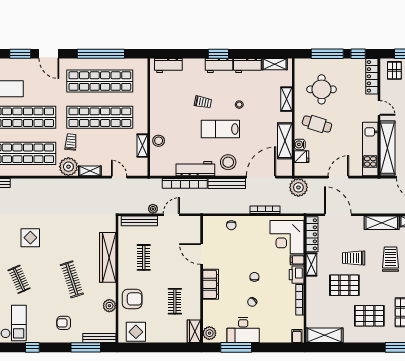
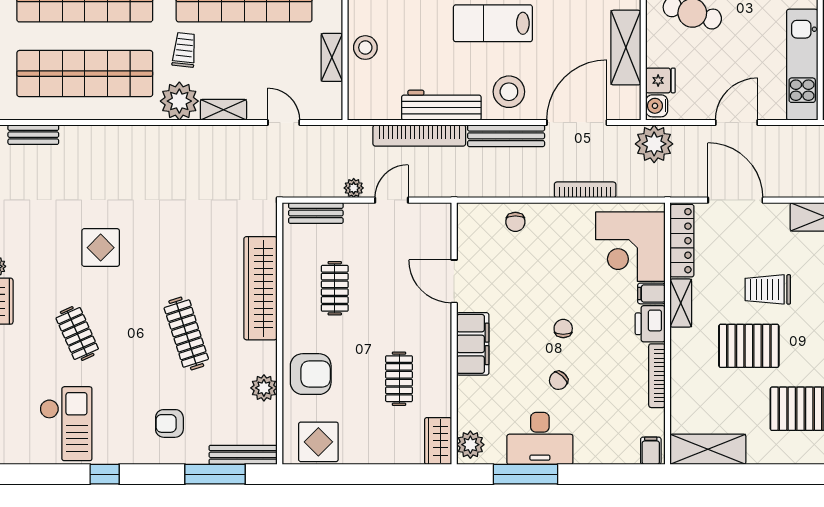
water cooler: (300, 144) -> (657, 106), moved
bench: (139, 221) -> (316, 213), width x0.73

